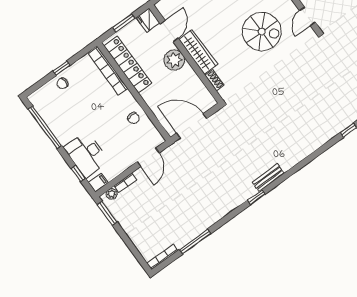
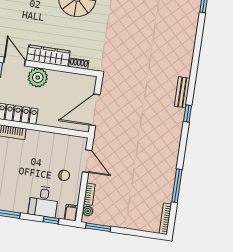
chair: (133, 118) -> (64, 175), moved
desk: (86, 154) -> (43, 202), width x0.73

